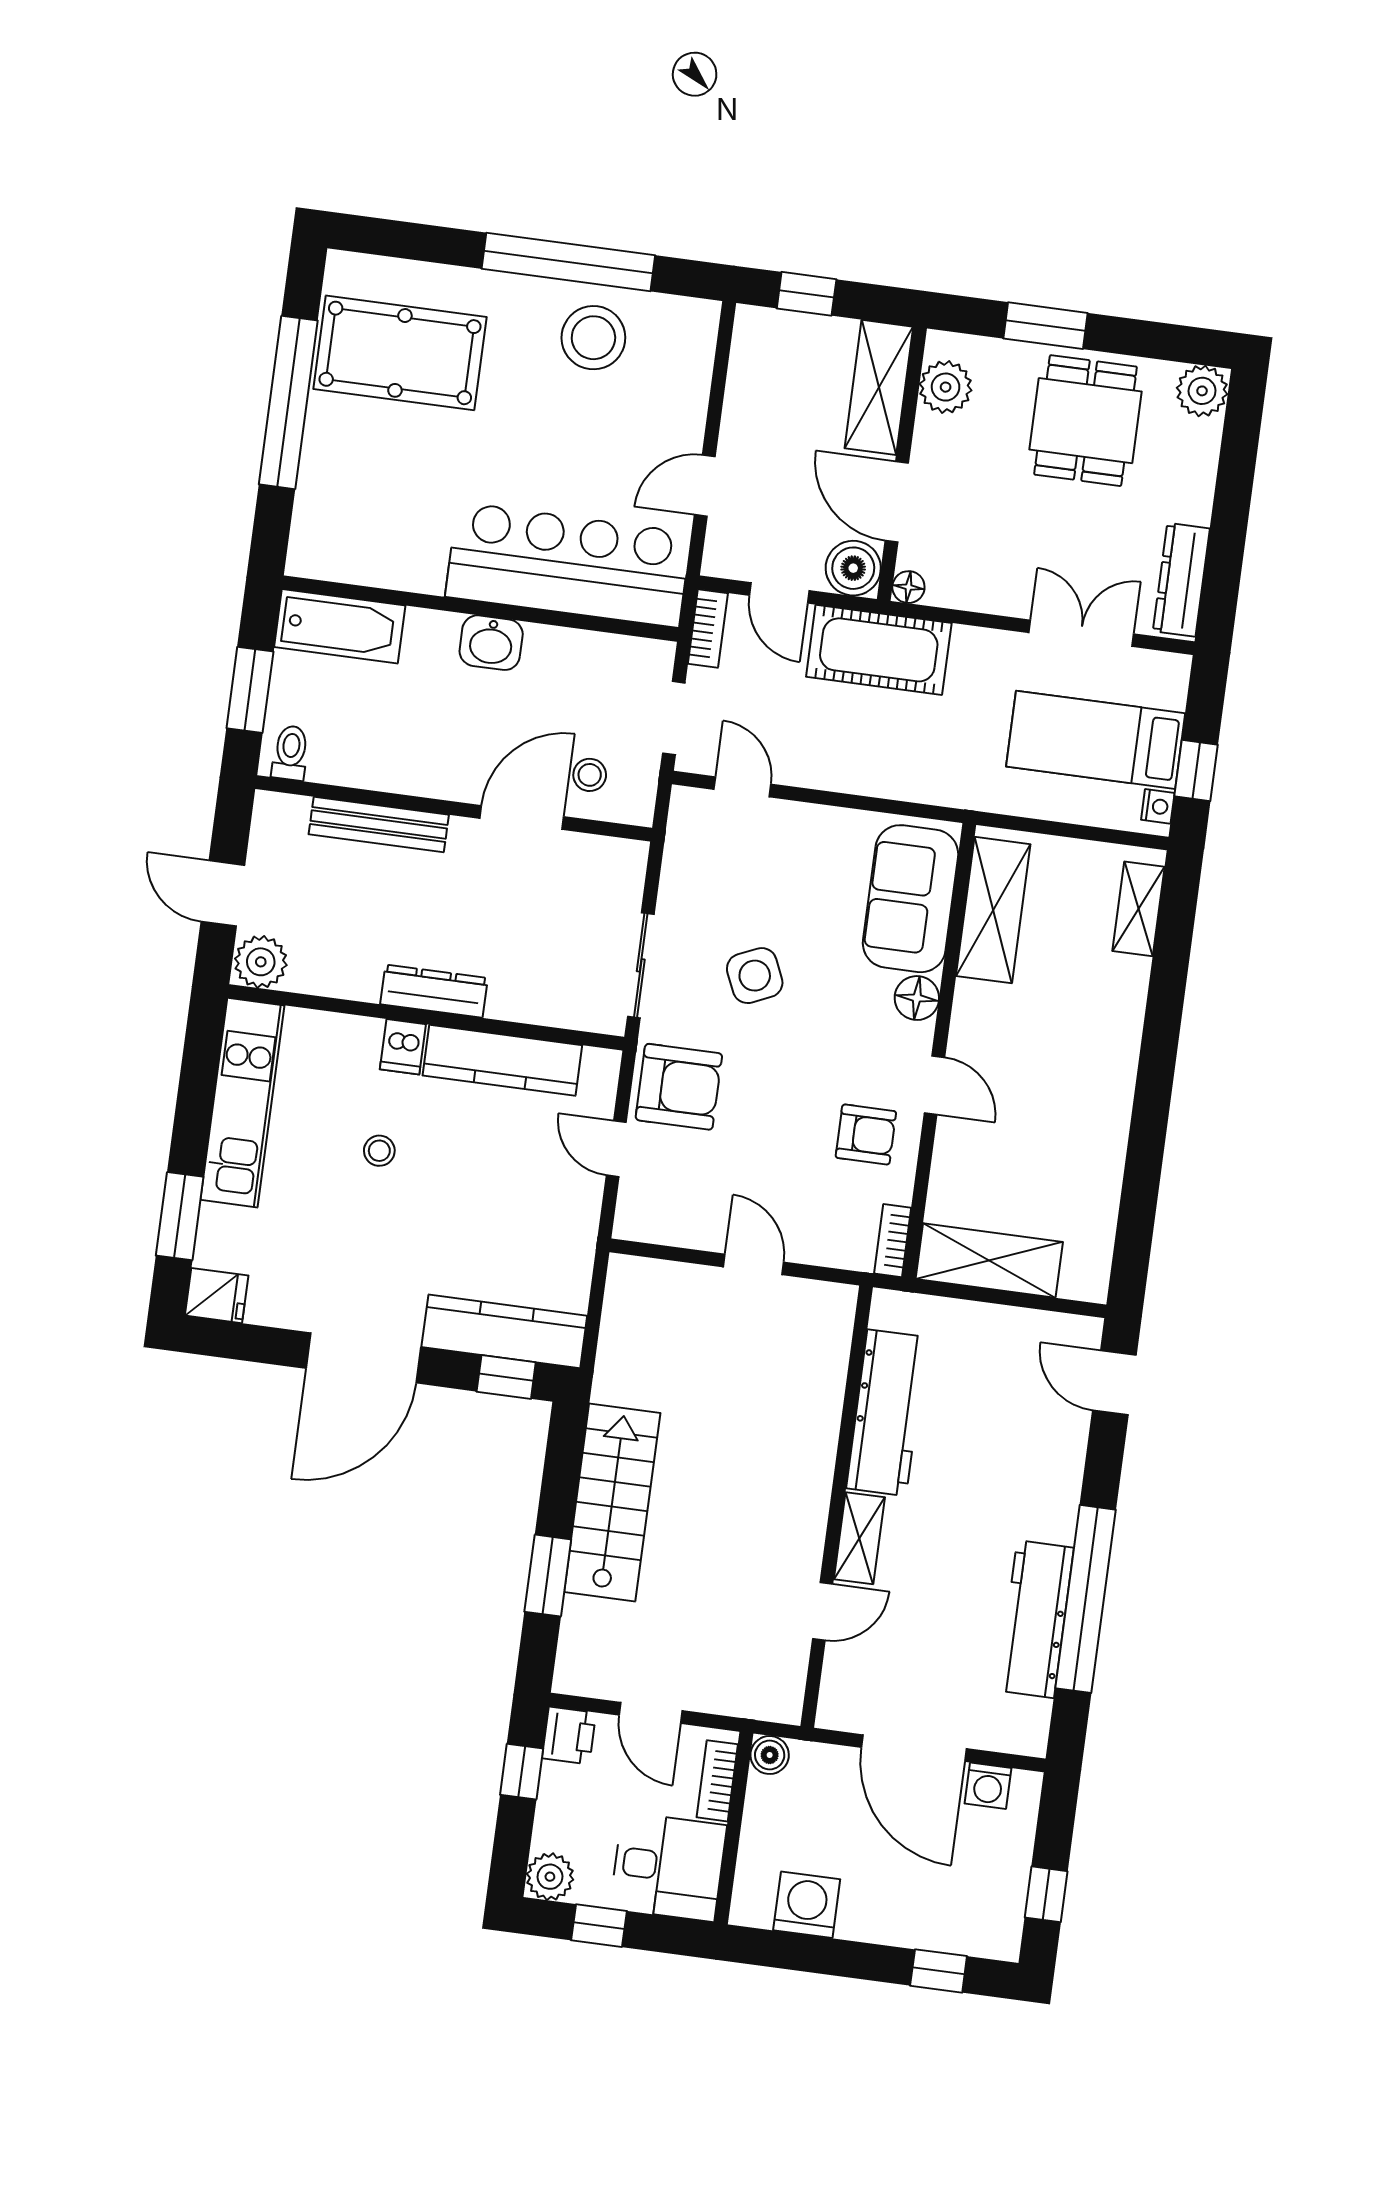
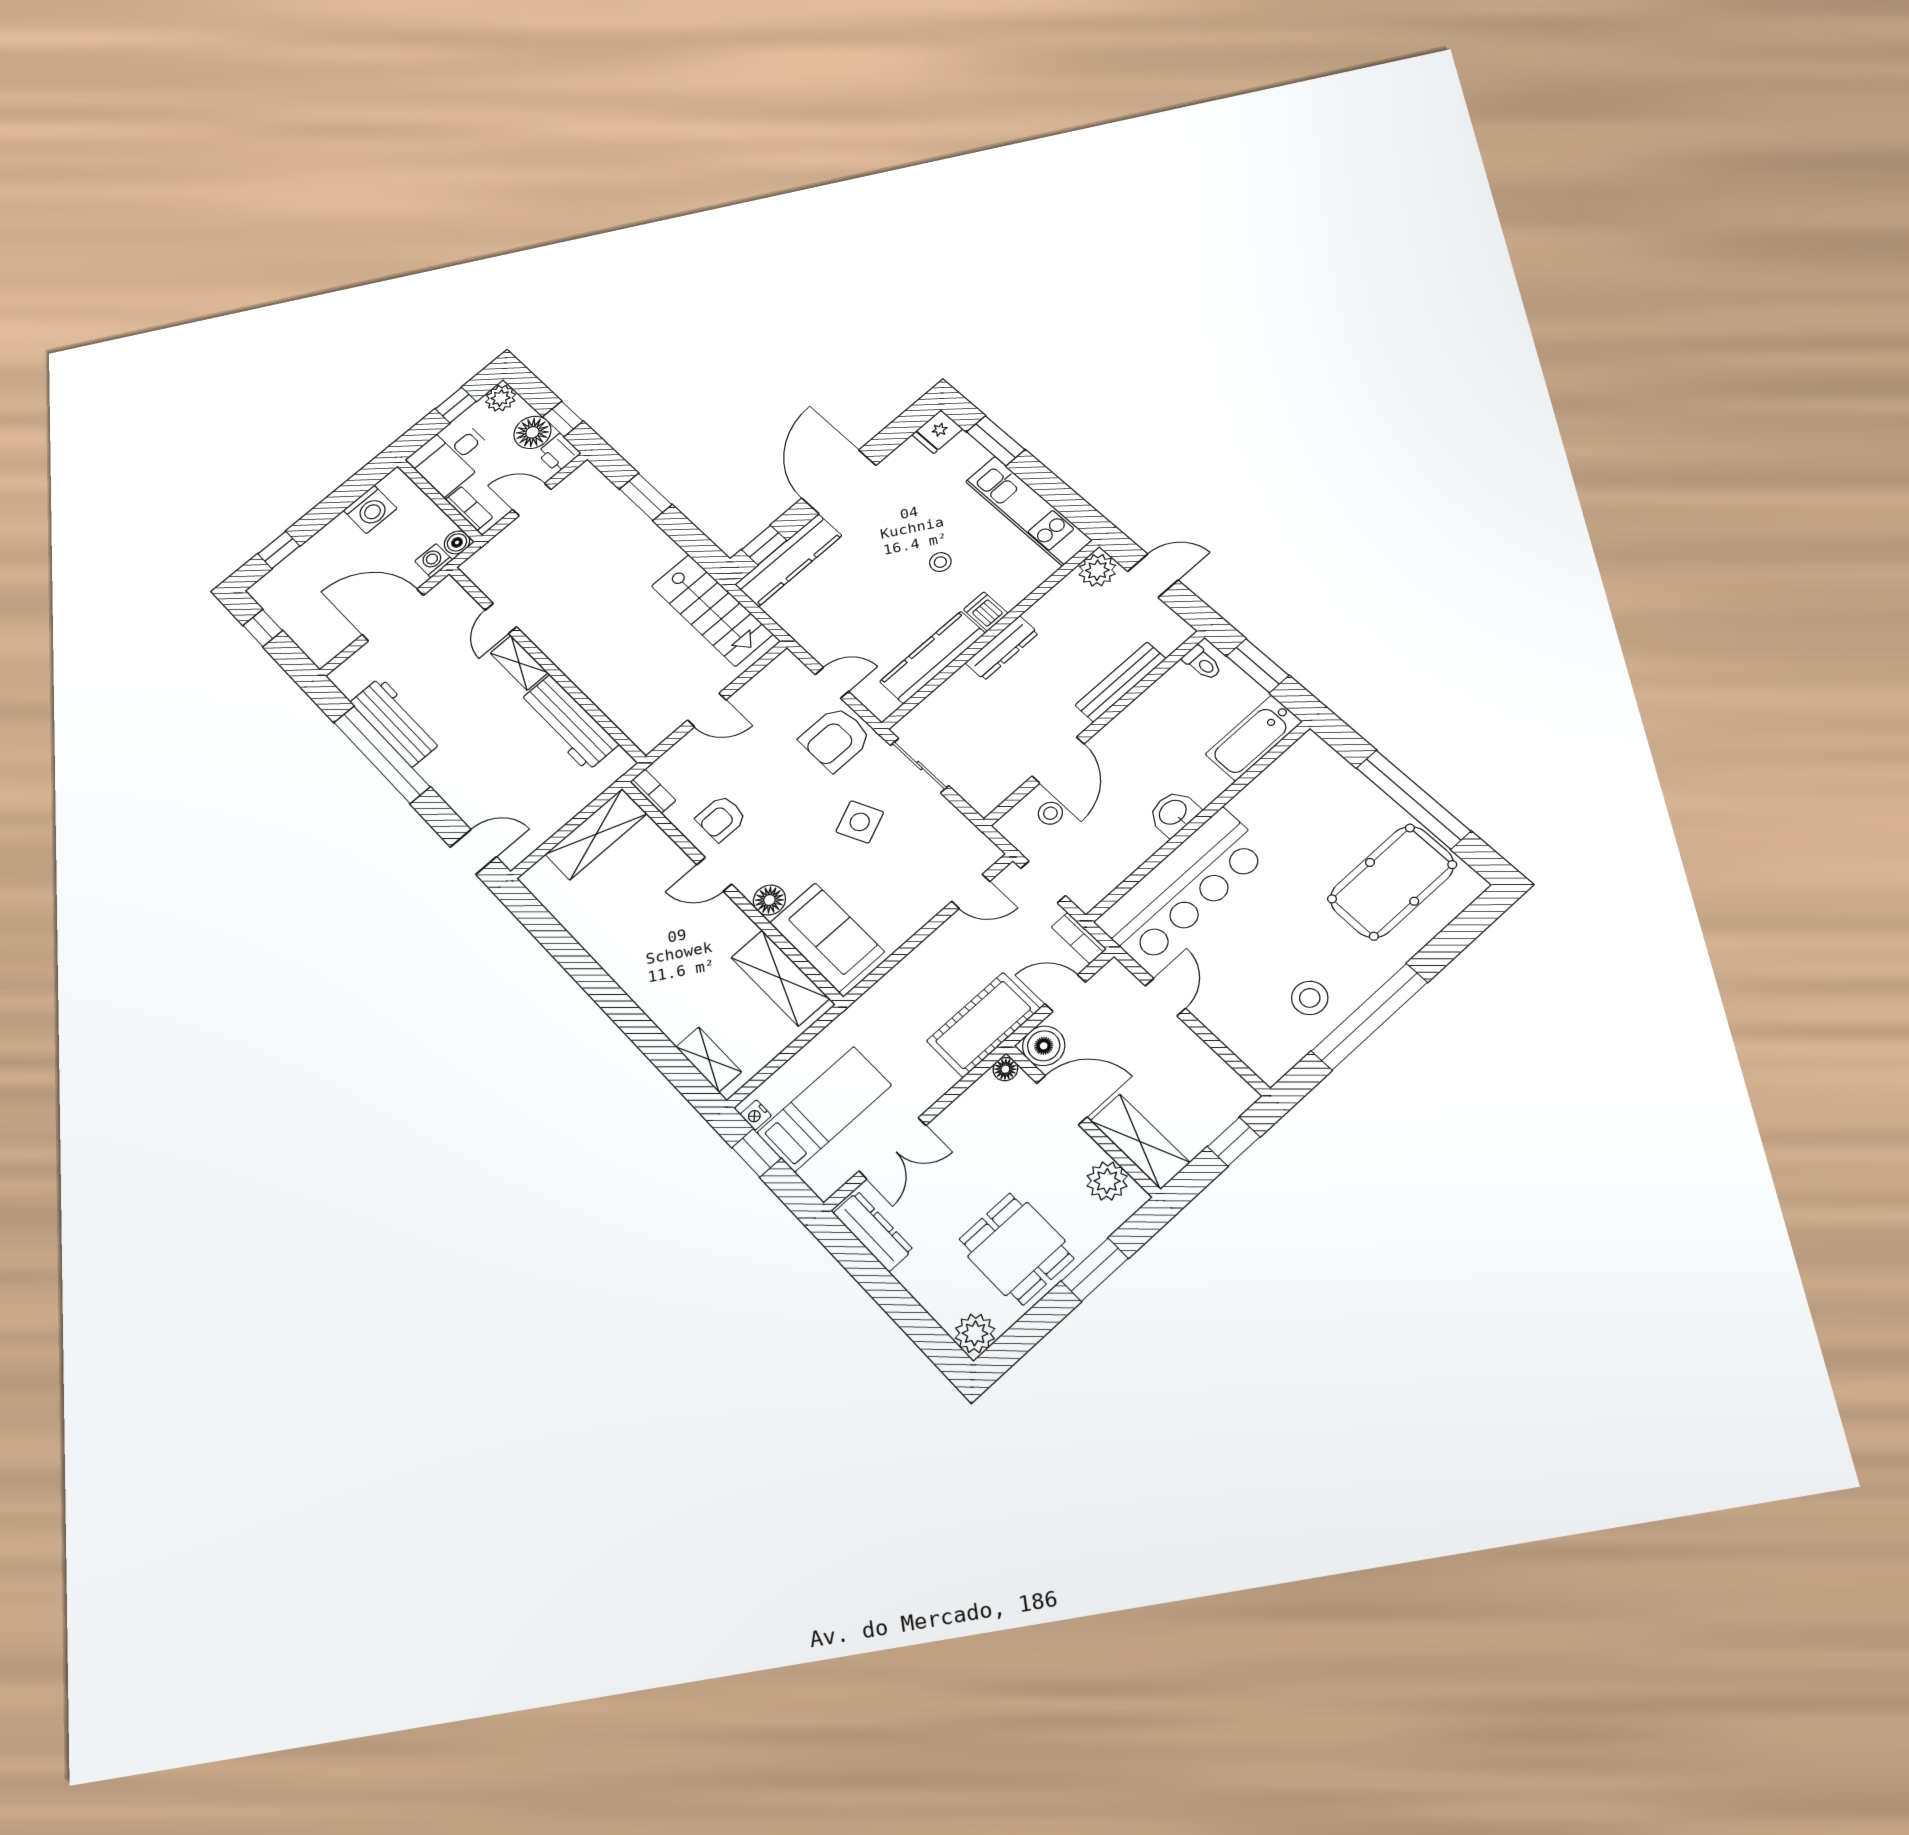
stool: (593, 338) -> (1310, 998), width x0.73, depth x0.73
stairs: (612, 1503) -> (712, 610), moved
washing machine: (988, 1786) -> (434, 561), moved
floor lamp: (566, 1794) -> (532, 432), added

